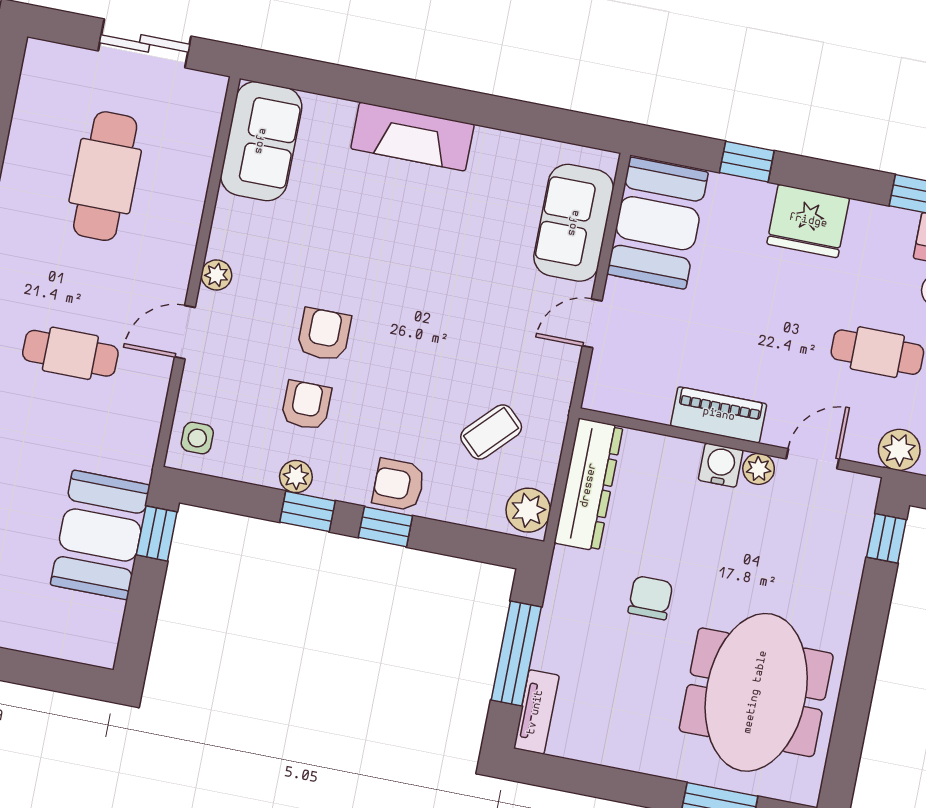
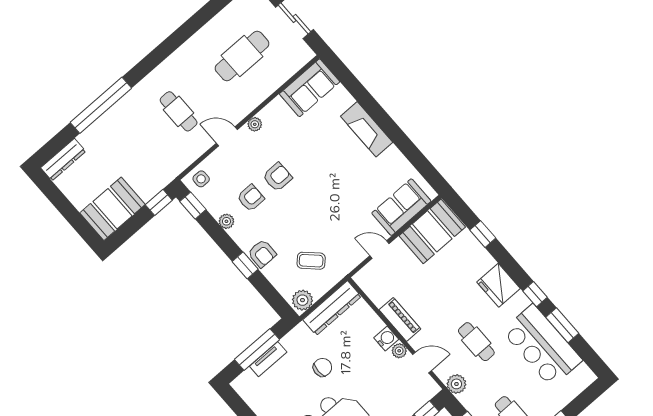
fridge: (808, 221) -> (499, 285), moved
armchair: (399, 485) -> (262, 254), turned 180
window: (307, 511) -> (193, 205), moved
booth: (100, 535) -> (113, 209), moved
tv unit: (536, 712) -> (268, 359), moved

